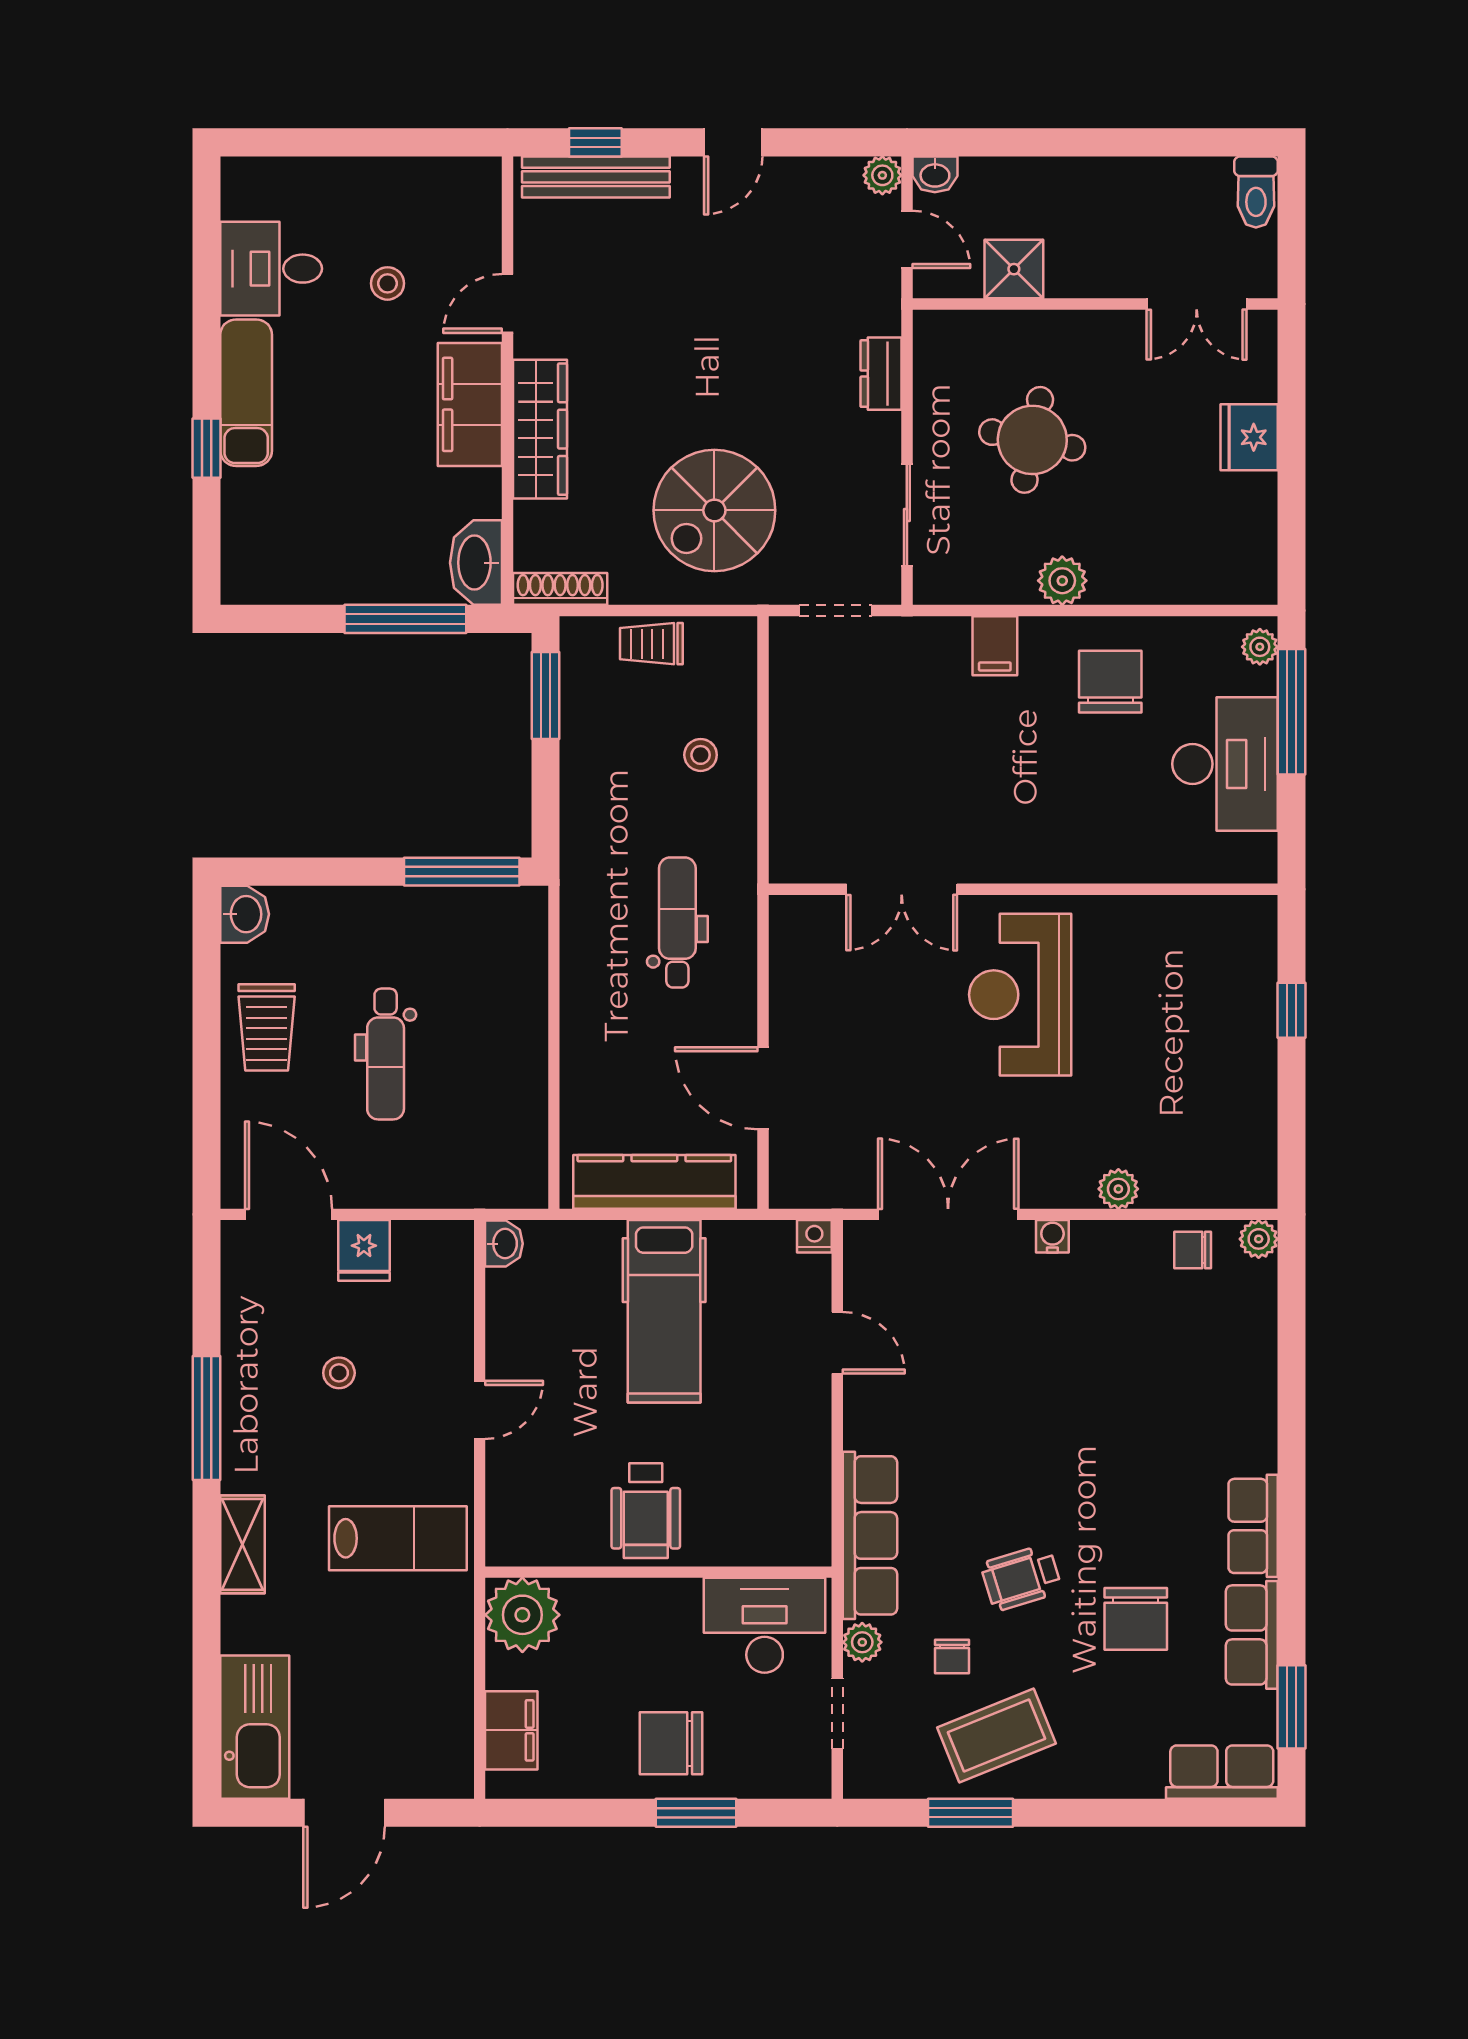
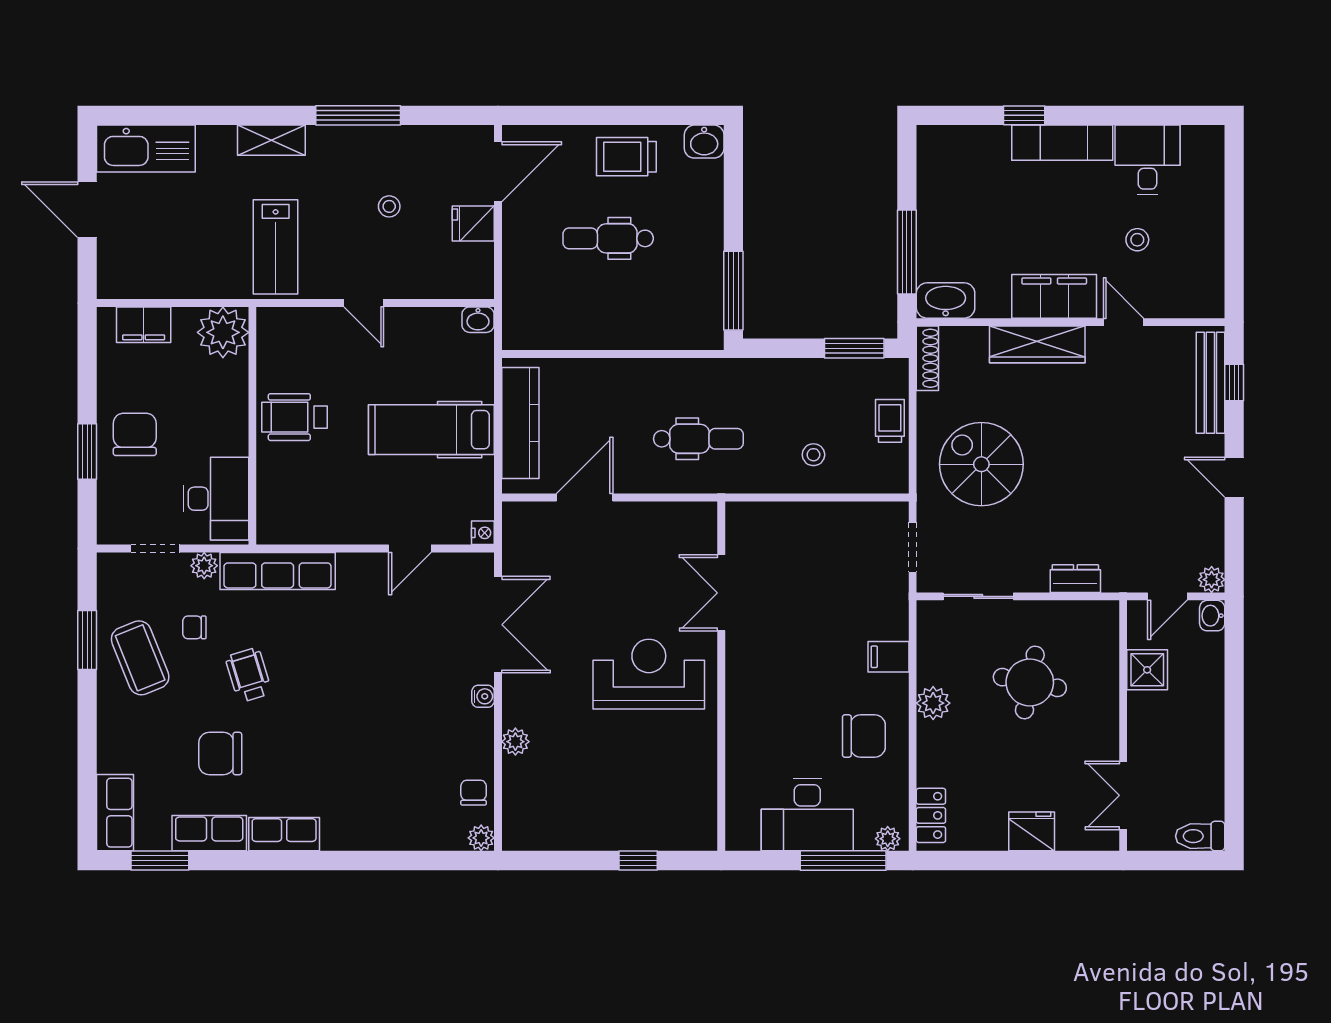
locker: (1226, 584) -> (931, 815), added

